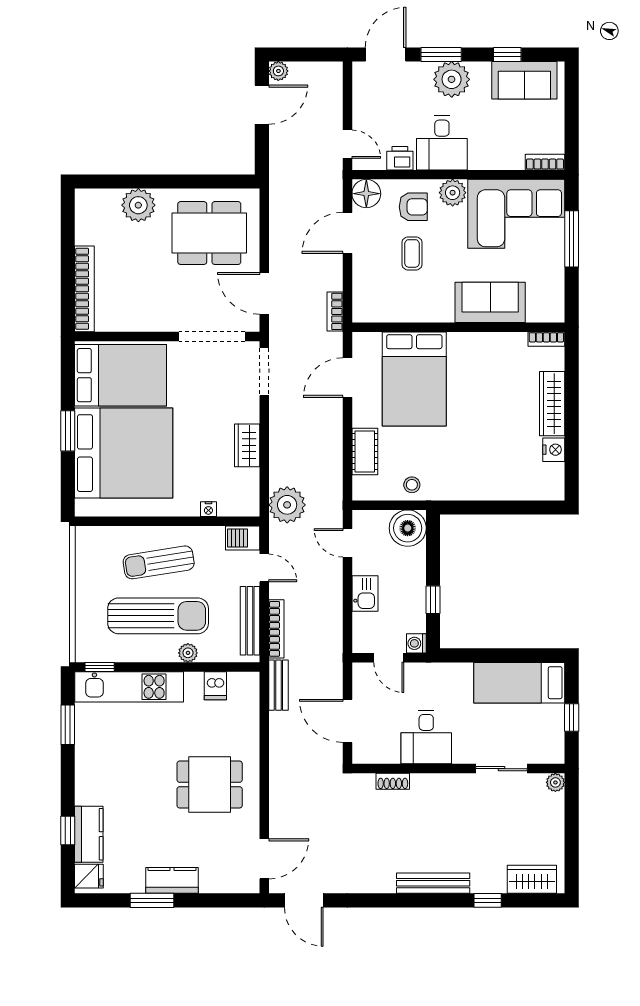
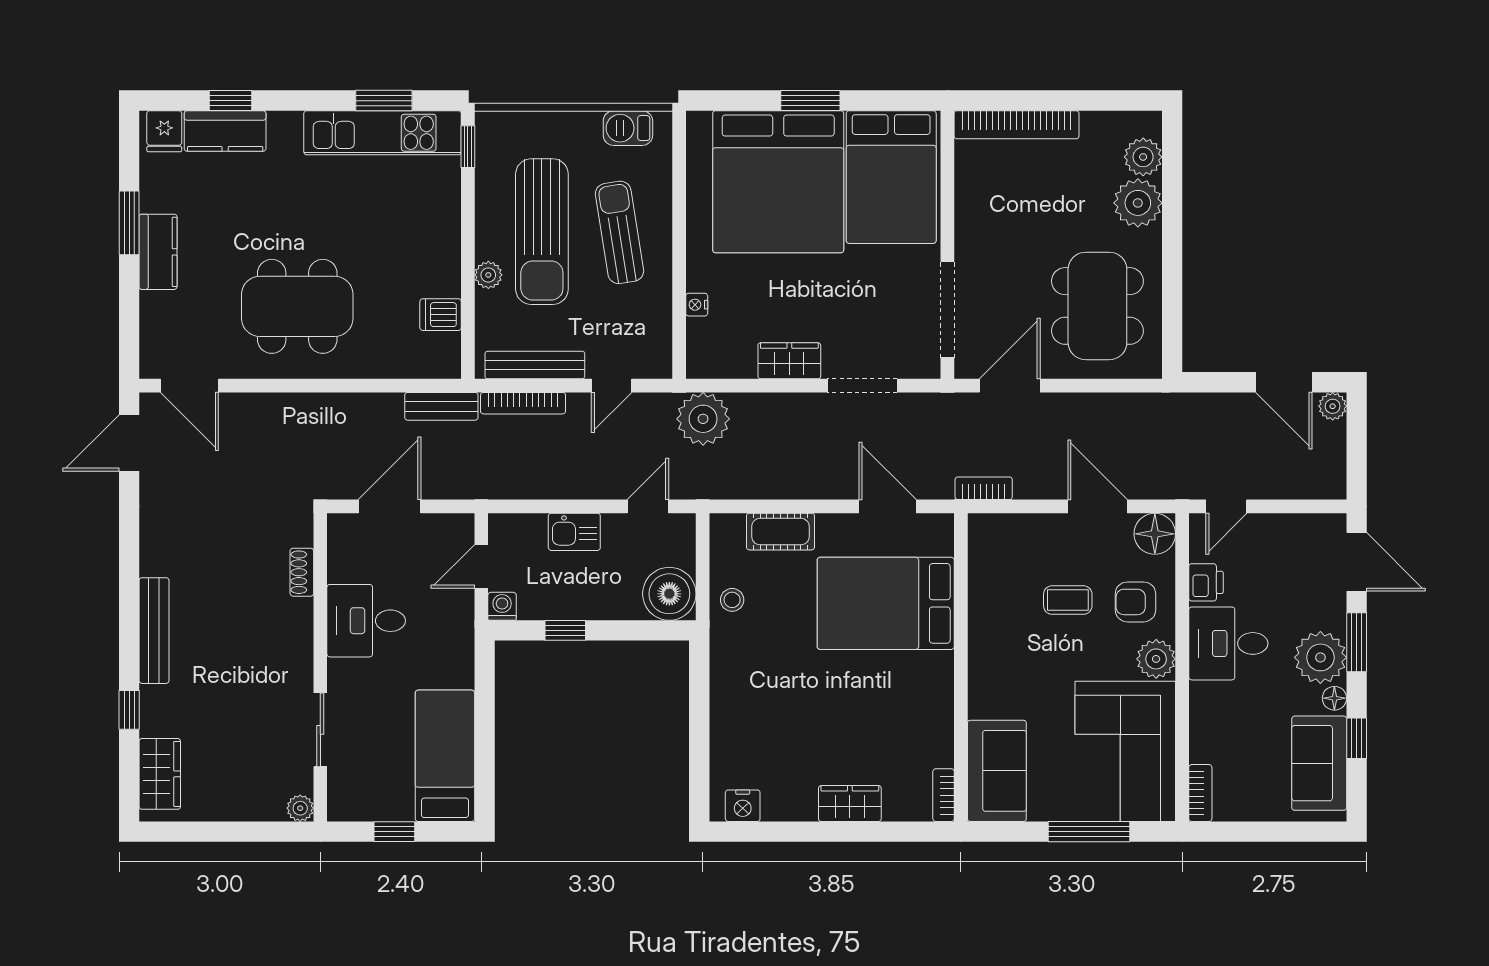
floor lamp: (480, 70) -> (1334, 698), added
plant: (107, 202) -> (1143, 157), added
armchair: (413, 207) -> (1135, 602), turned 90
sofa: (490, 302) -> (997, 771), moved
doorway: (264, 372) -> (862, 386), moved
wardrobe: (552, 404) -> (850, 803), width x0.67
nightstand: (554, 450) -> (743, 806), moved
barbecue: (243, 538) -> (628, 128), moved, turned -90
kitchen unit: (129, 687) -> (383, 133), moved, turned -90
dining table: (210, 784) -> (297, 306), width x1.38

